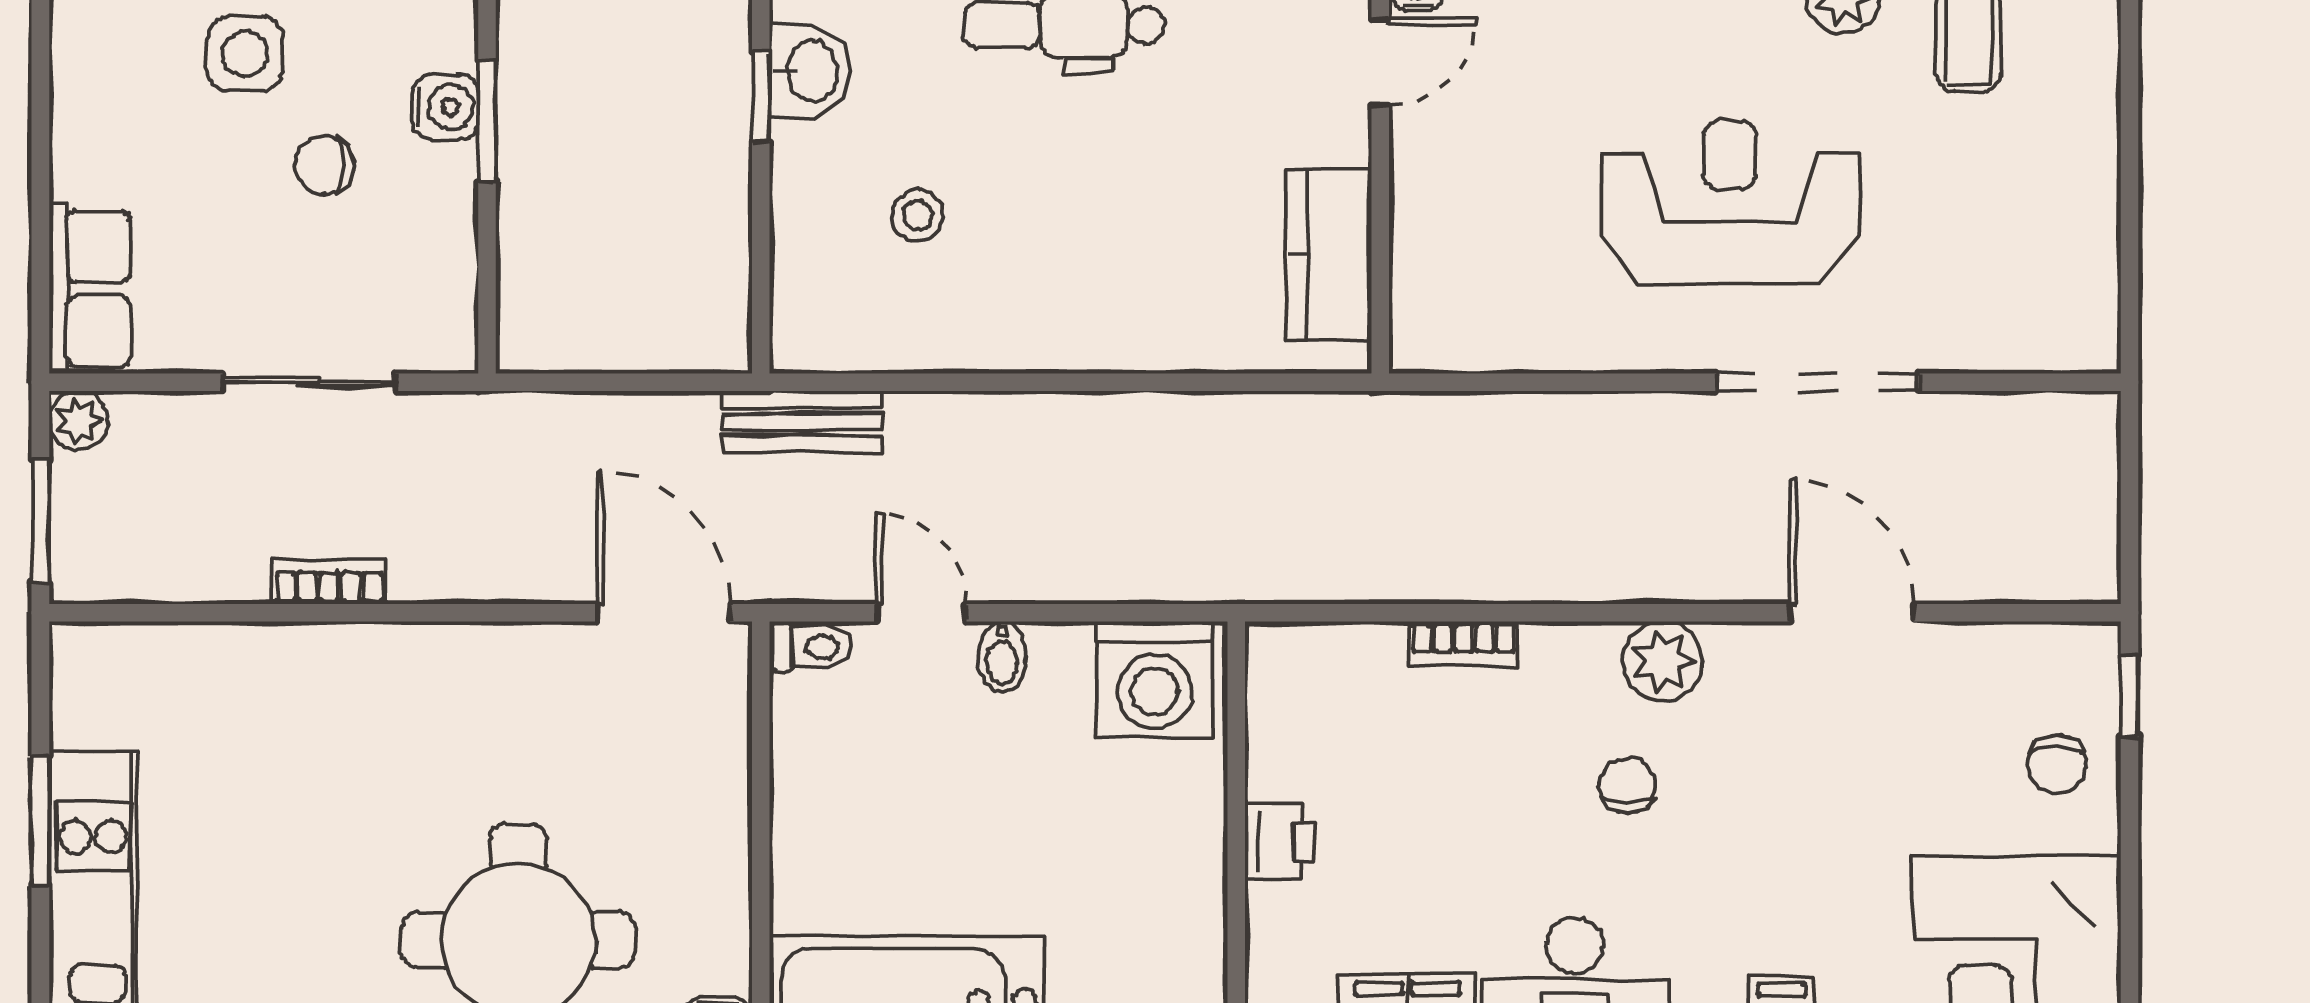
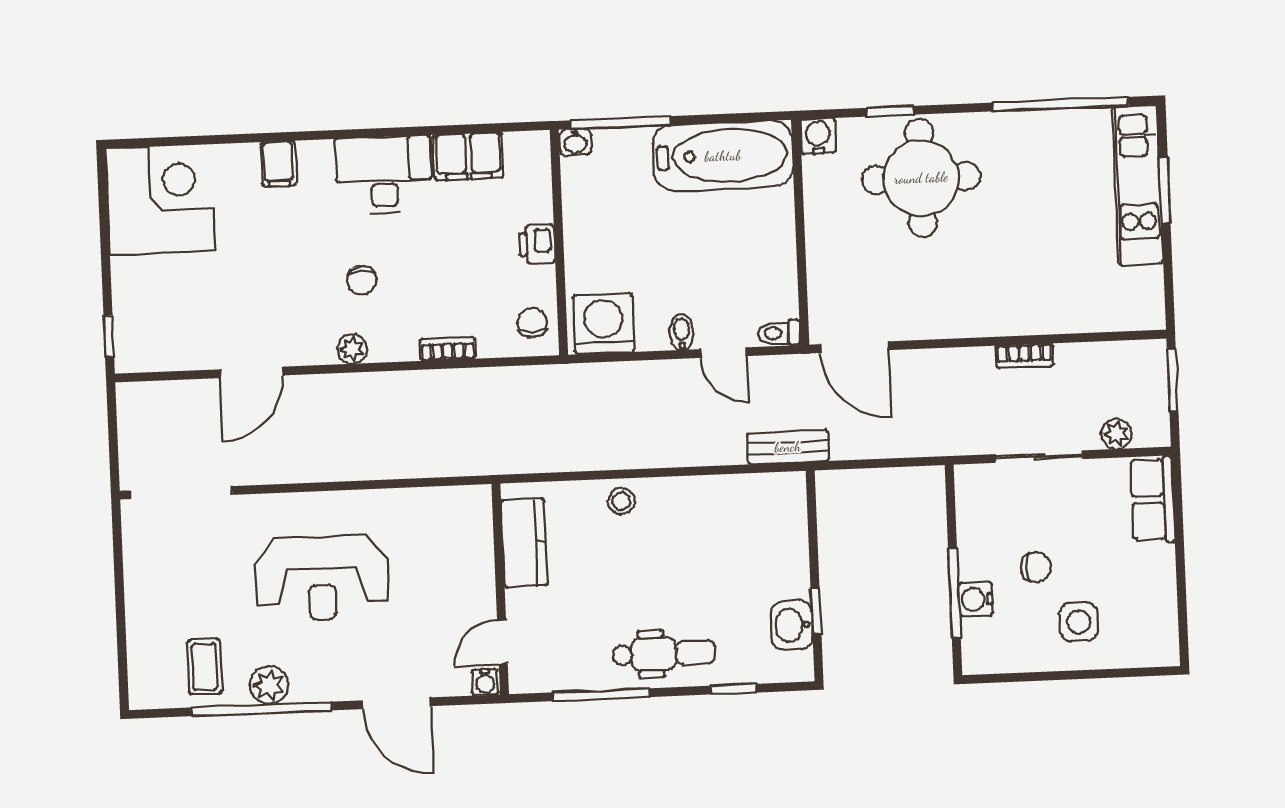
window: (487, 121) -> (954, 593), width x1.44
stool: (917, 215) -> (621, 501), moved
doorway: (1817, 382) -> (181, 493), moved
plant: (79, 421) -> (1116, 434), moved
door: (1851, 613) -> (252, 372), hinge flipped
plant: (1663, 661) -> (352, 349), width x0.73, depth x0.73
chair: (2057, 764) -> (532, 323), moved
window: (40, 821) -> (1165, 190), moved

